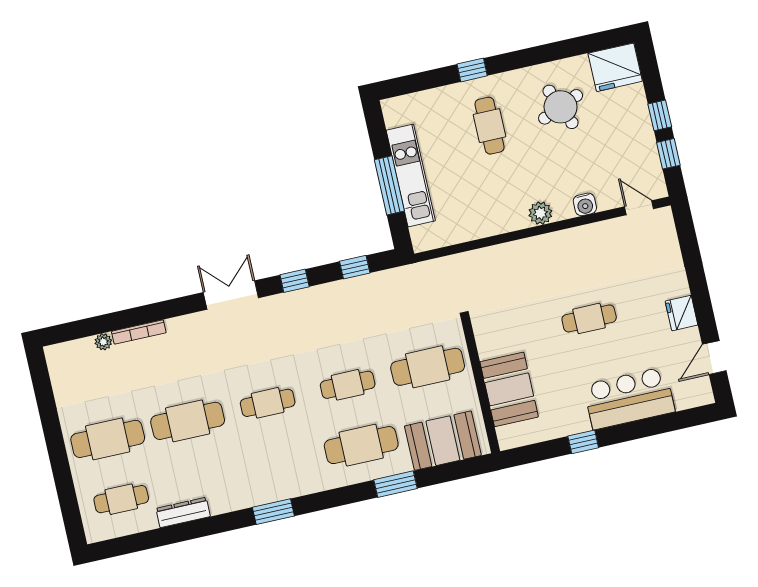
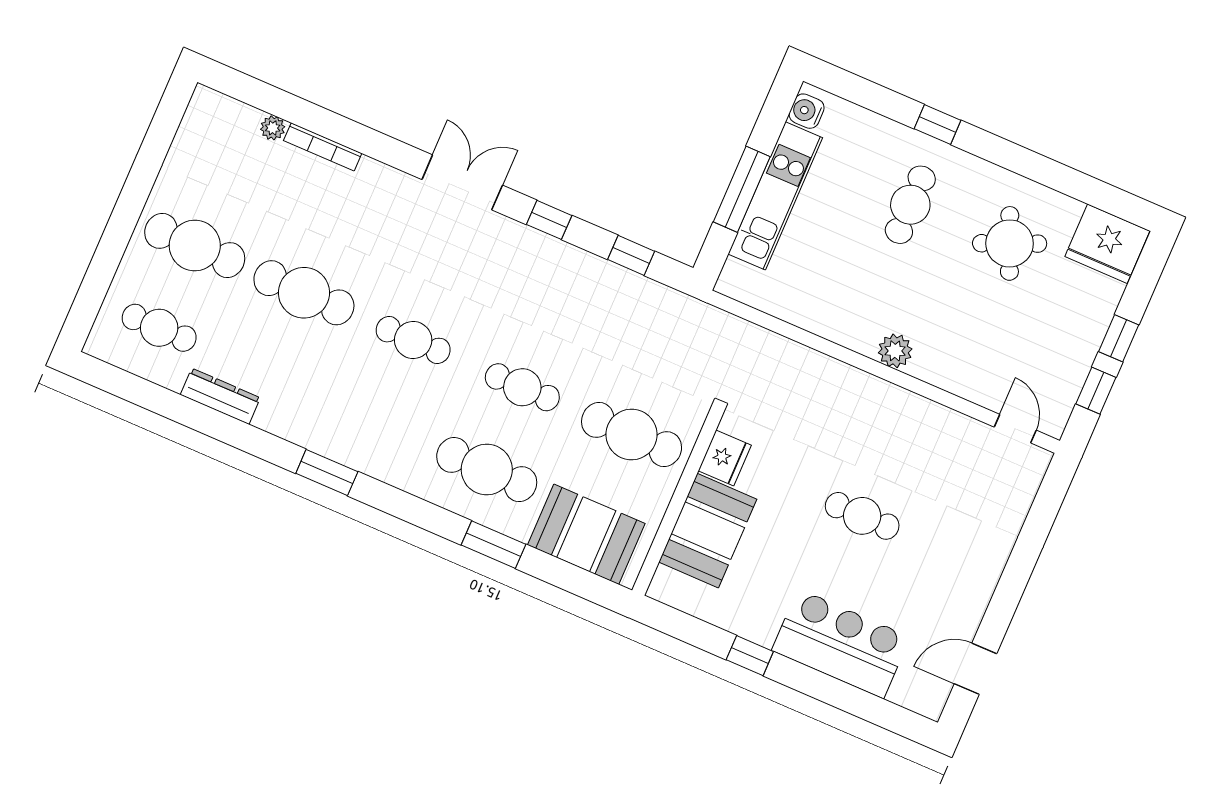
water cooler: (585, 204) -> (807, 111), moved, turned 90
fridge: (681, 313) -> (725, 458), moved, turned 180

